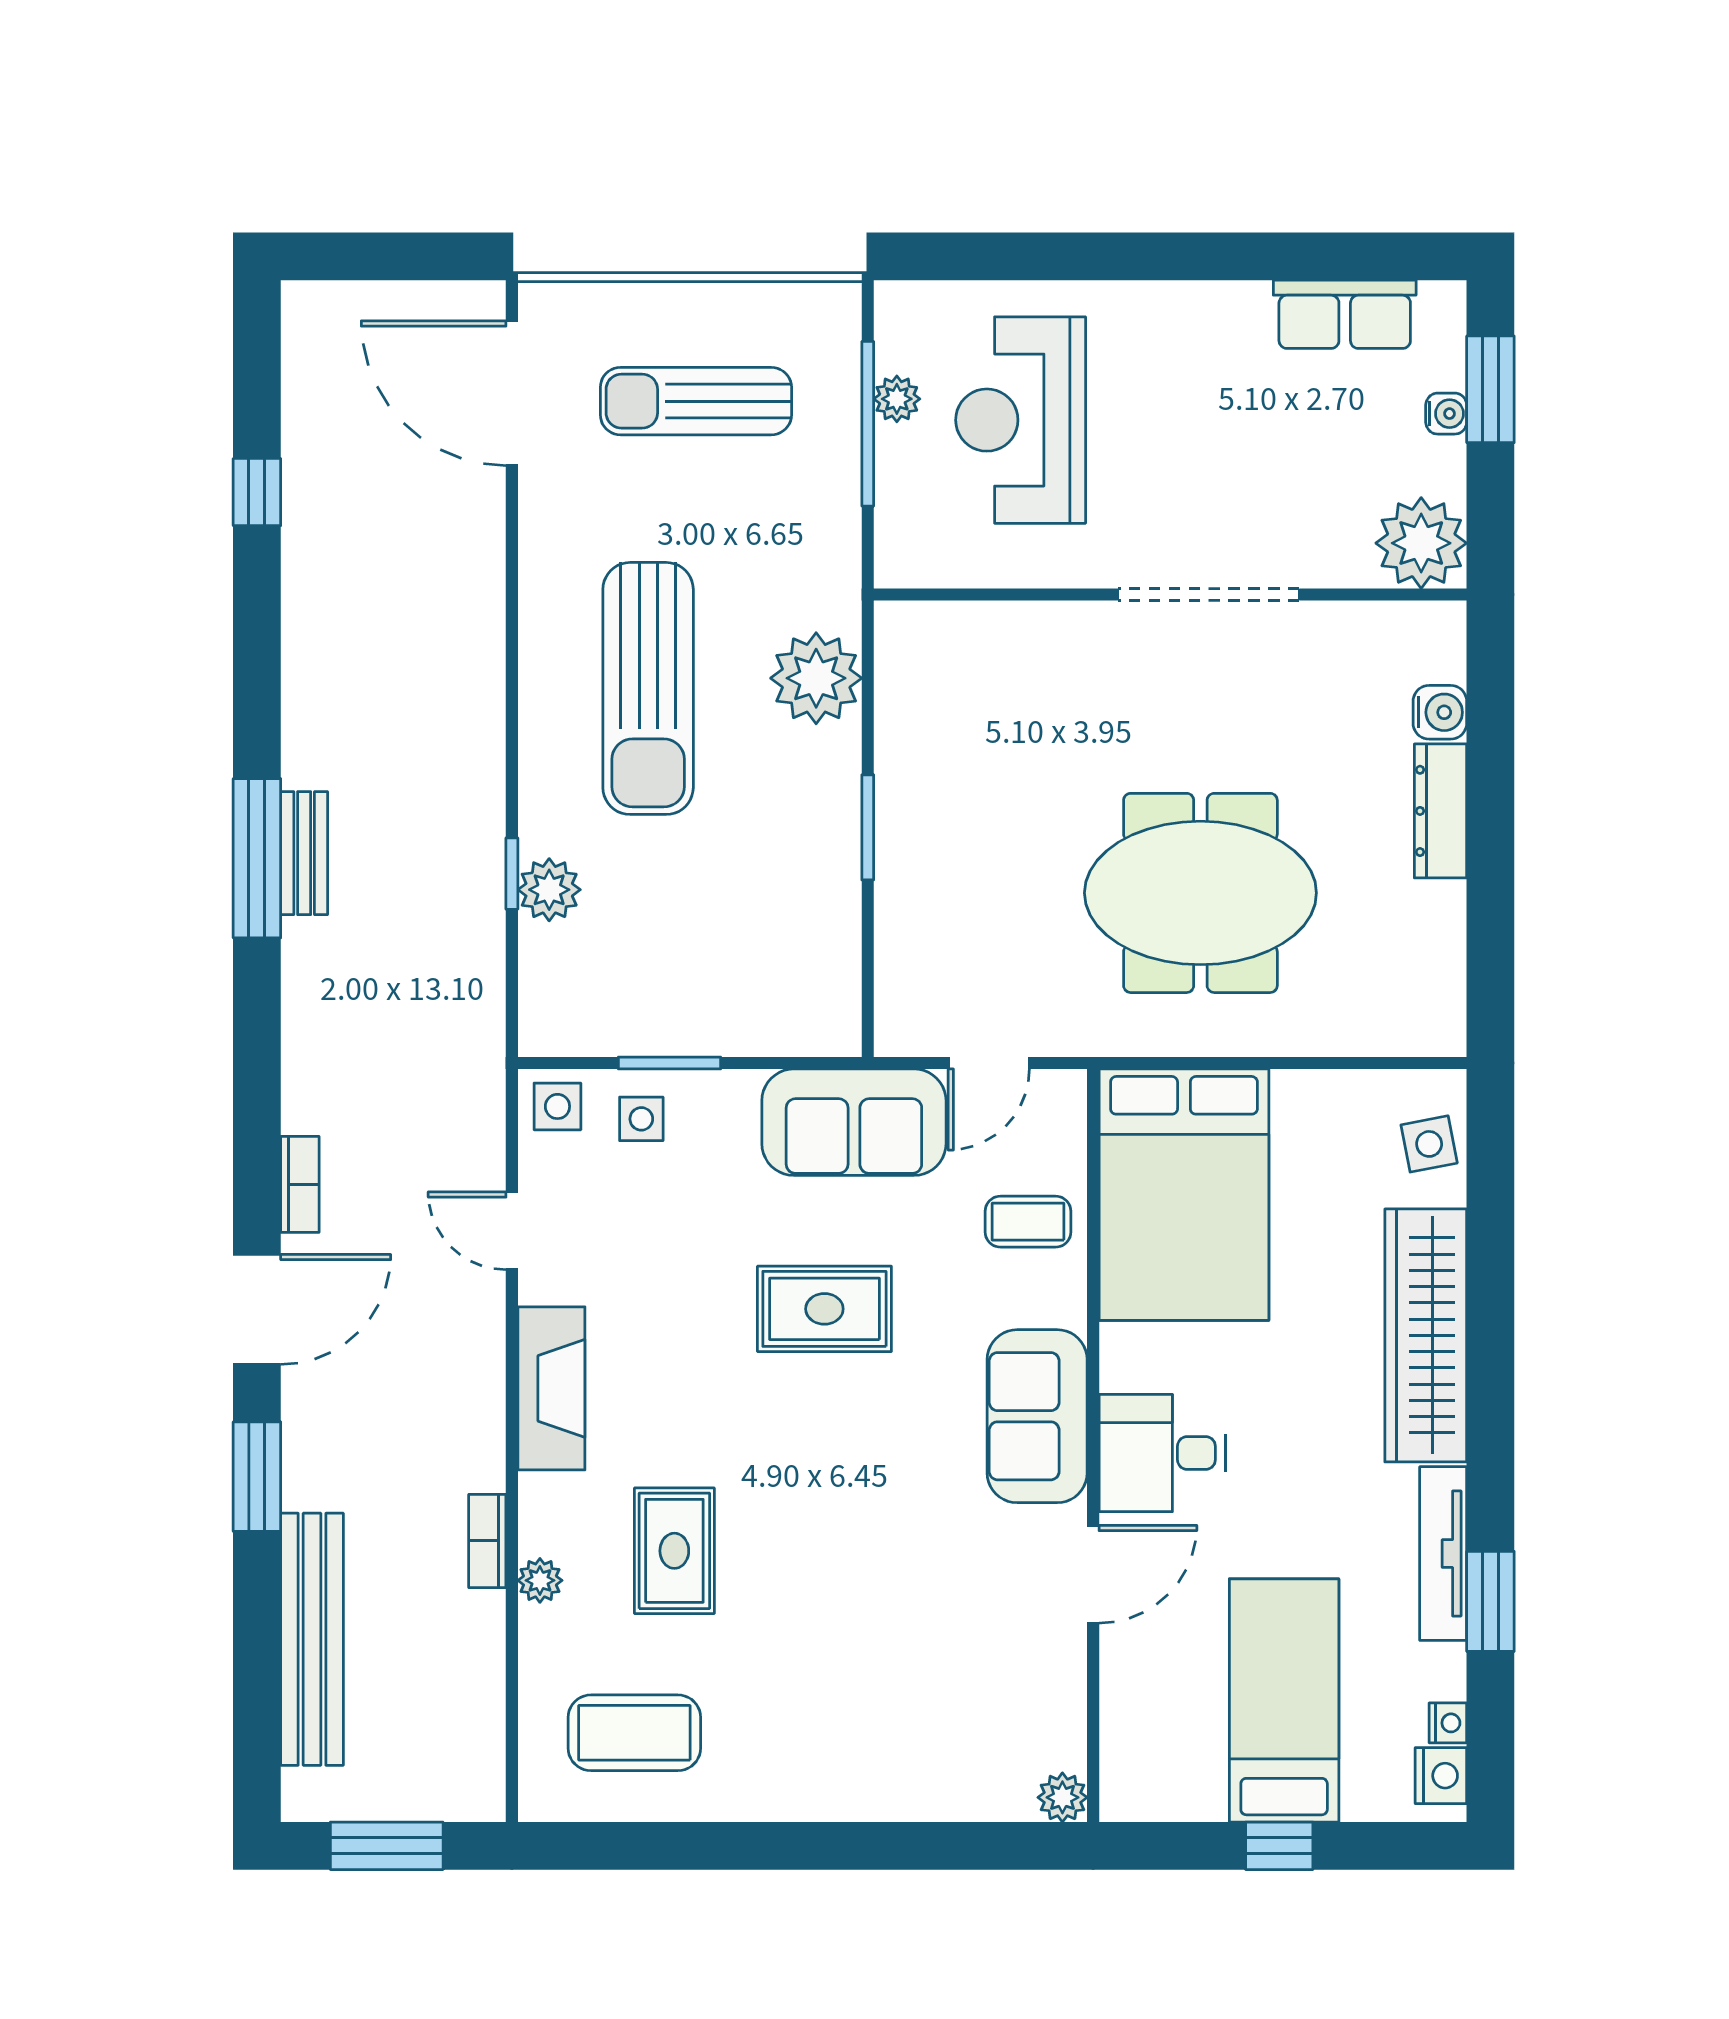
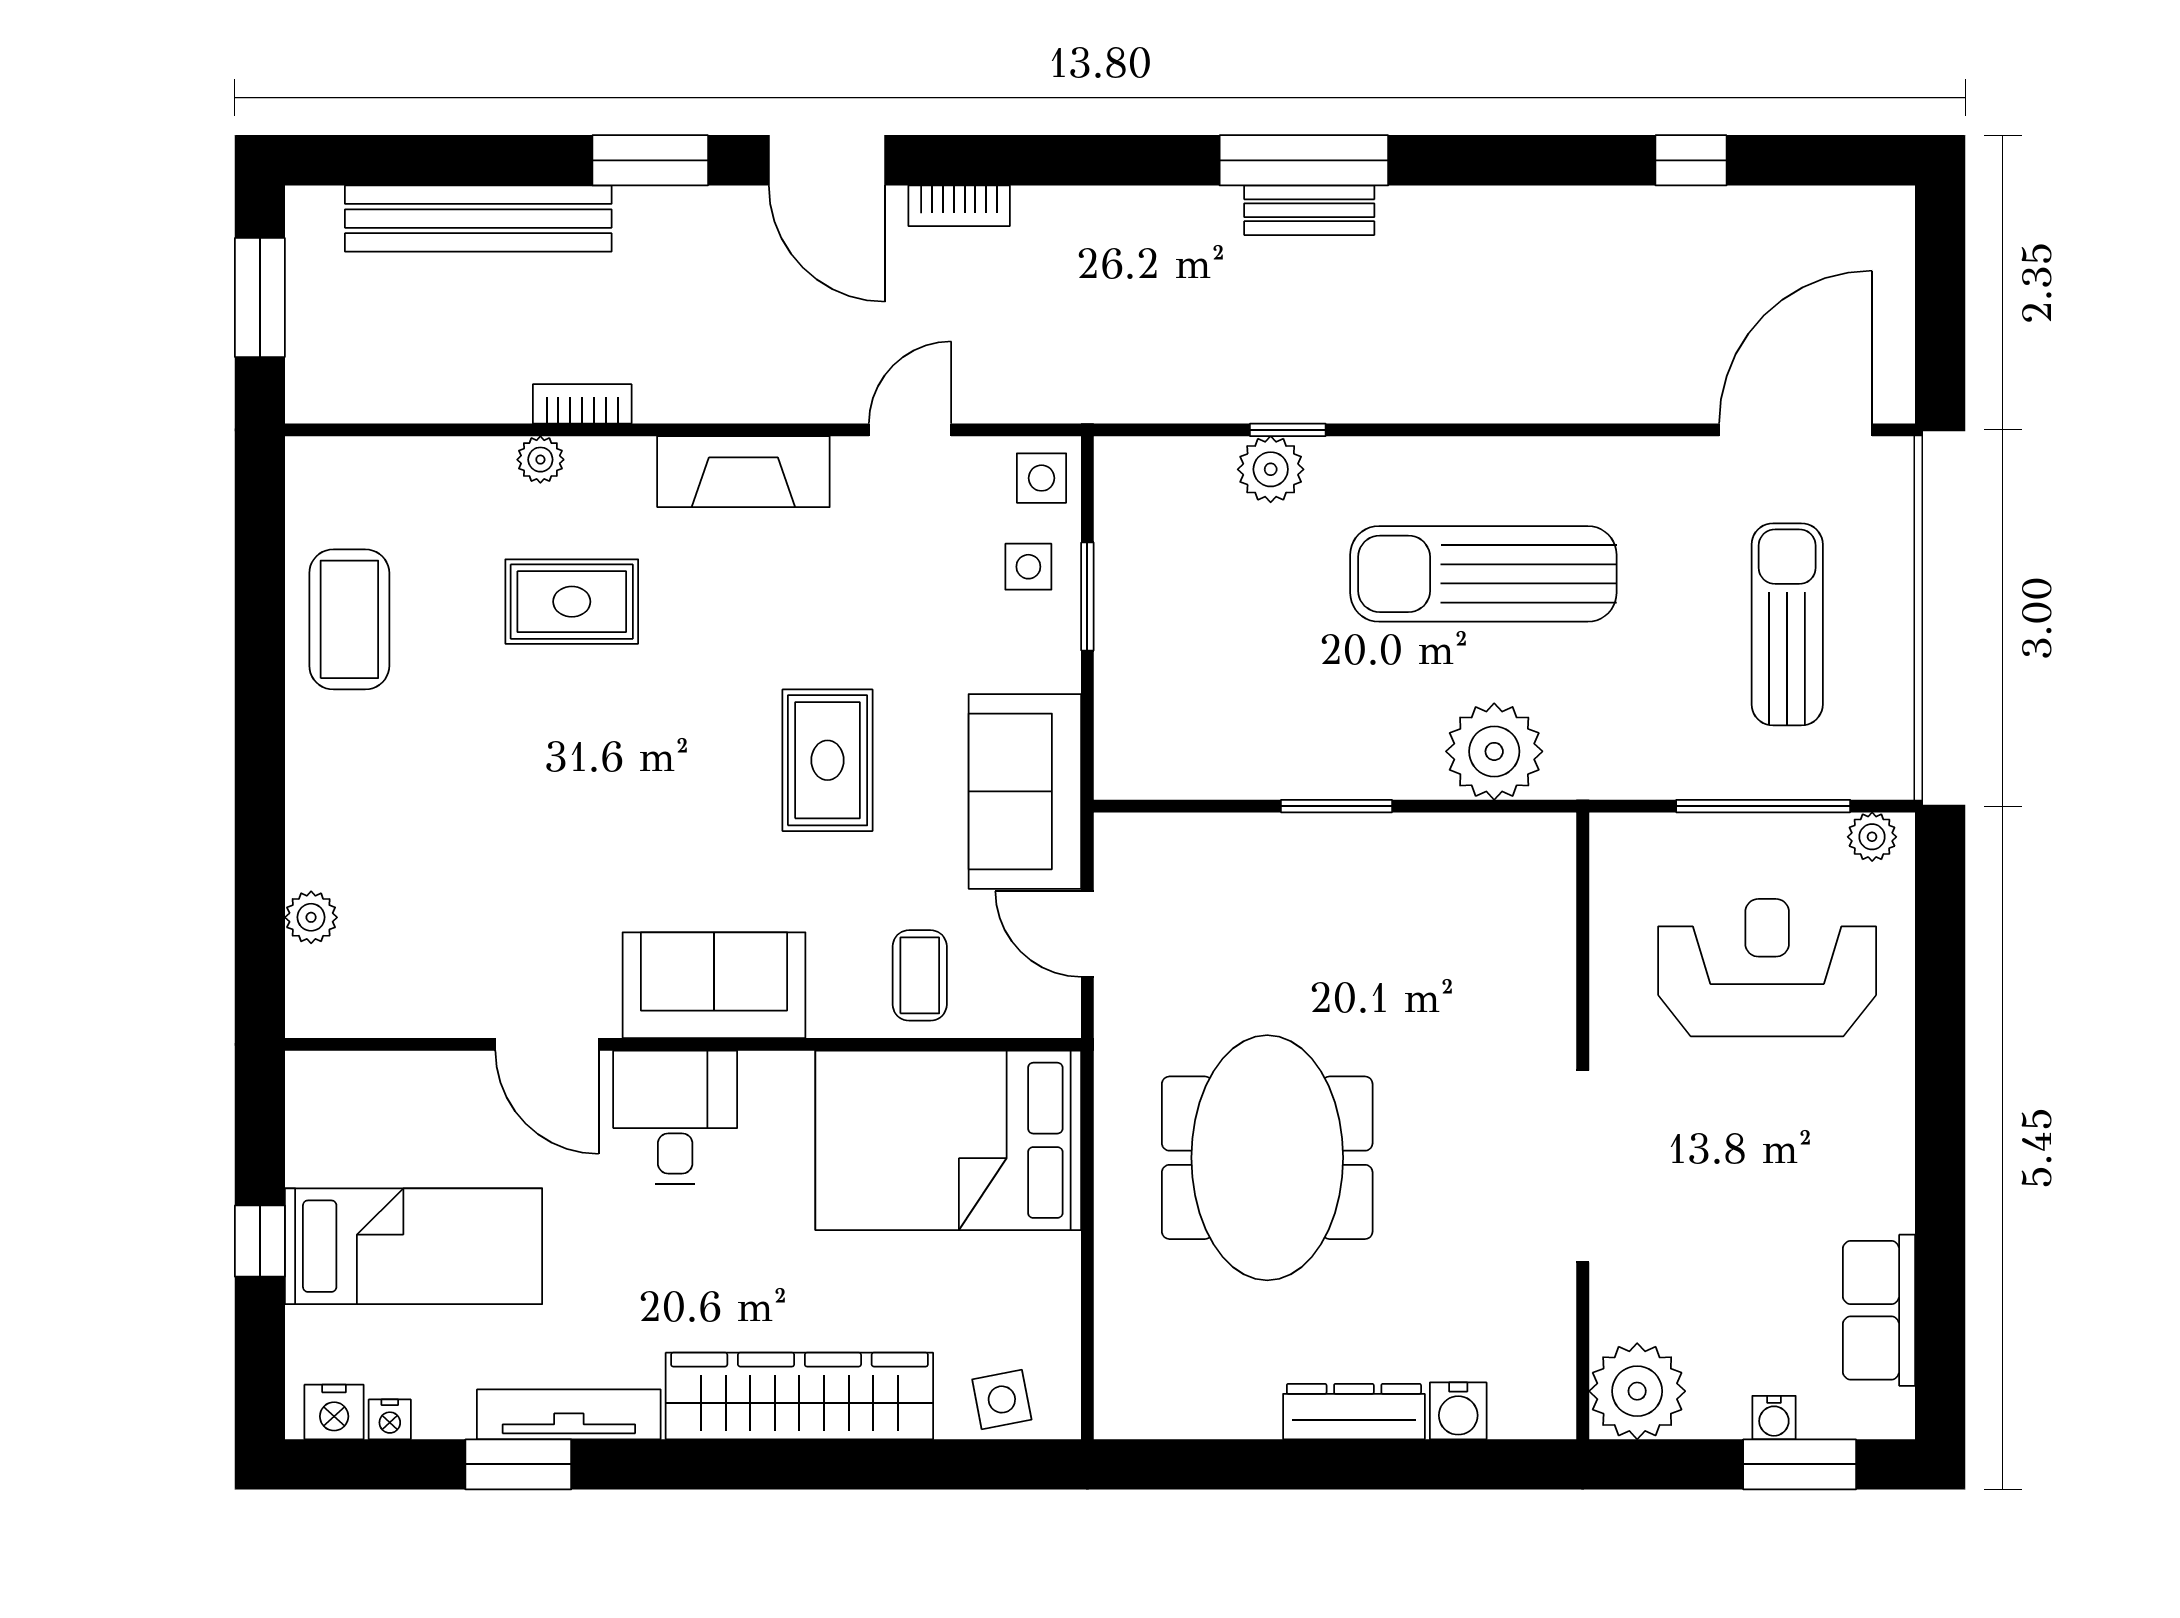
plant: (897, 399) -> (1872, 837), moved
coffee table: (634, 1733) -> (349, 619), moved
plant: (1062, 1797) -> (311, 917), moved

